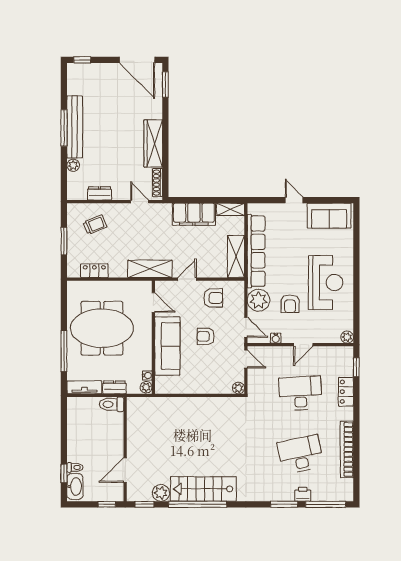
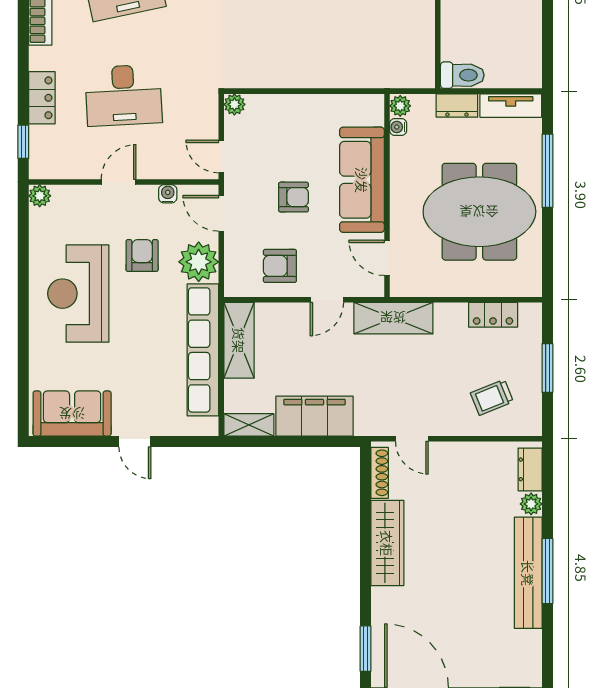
dresser: (99, 193) -> (530, 469), moved, turned 90

